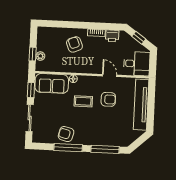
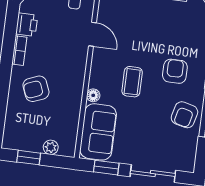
window: (33, 54) -> (29, 158), moved
door: (110, 75) -> (93, 34), swing flipped
armchair: (108, 99) -> (175, 71), moved

